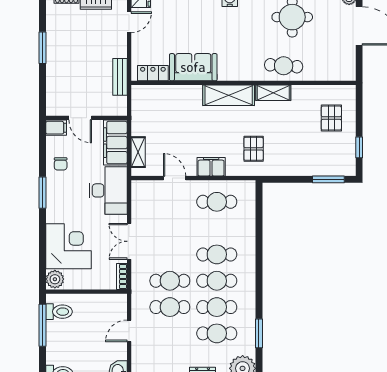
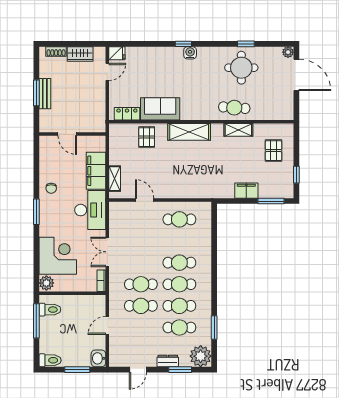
bench: (120, 77) -> (45, 94), moved
shelving: (273, 93) -> (238, 130), moved
door: (80, 118) -> (67, 134), moved
wall: (86, 118) -> (72, 134), moved
filing cabinet: (56, 128) -> (48, 159), removed
pallet: (254, 149) -> (147, 137), moved
filing cabinet: (211, 167) -> (246, 191), moved

